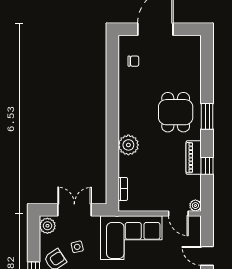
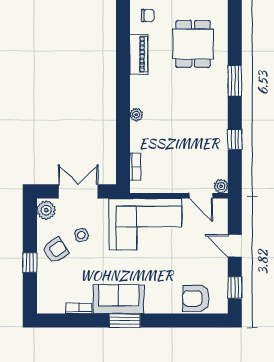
dining table: (176, 112) -> (193, 44), moved
plant: (128, 145) -> (136, 115), width x0.53, depth x0.53
piano: (194, 158) -> (139, 54), moved, turned 180

